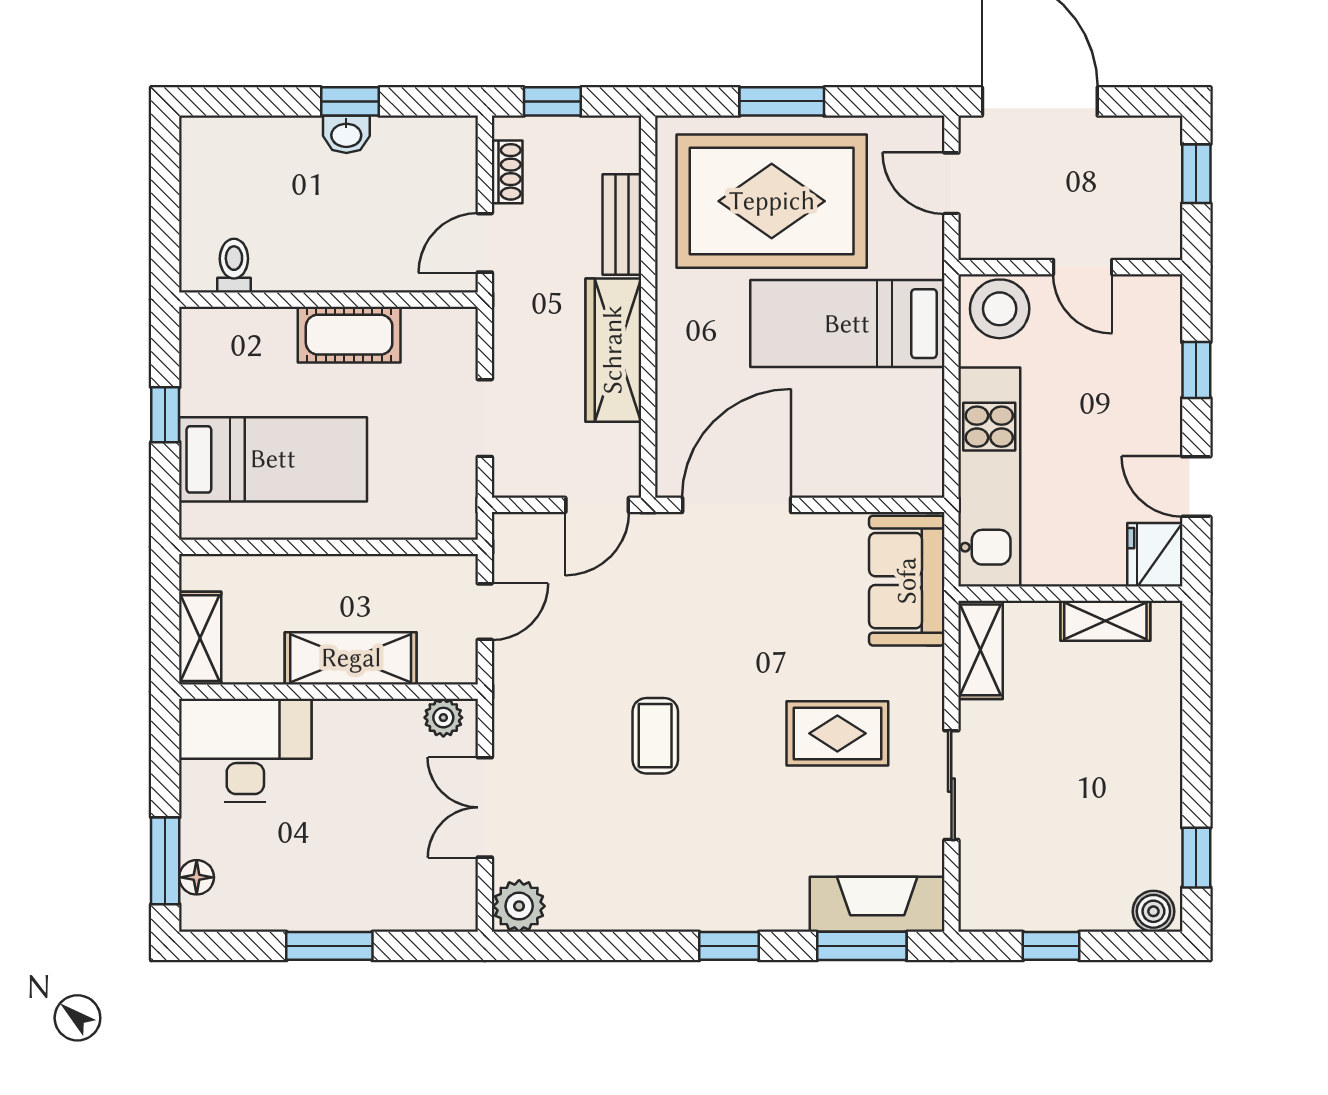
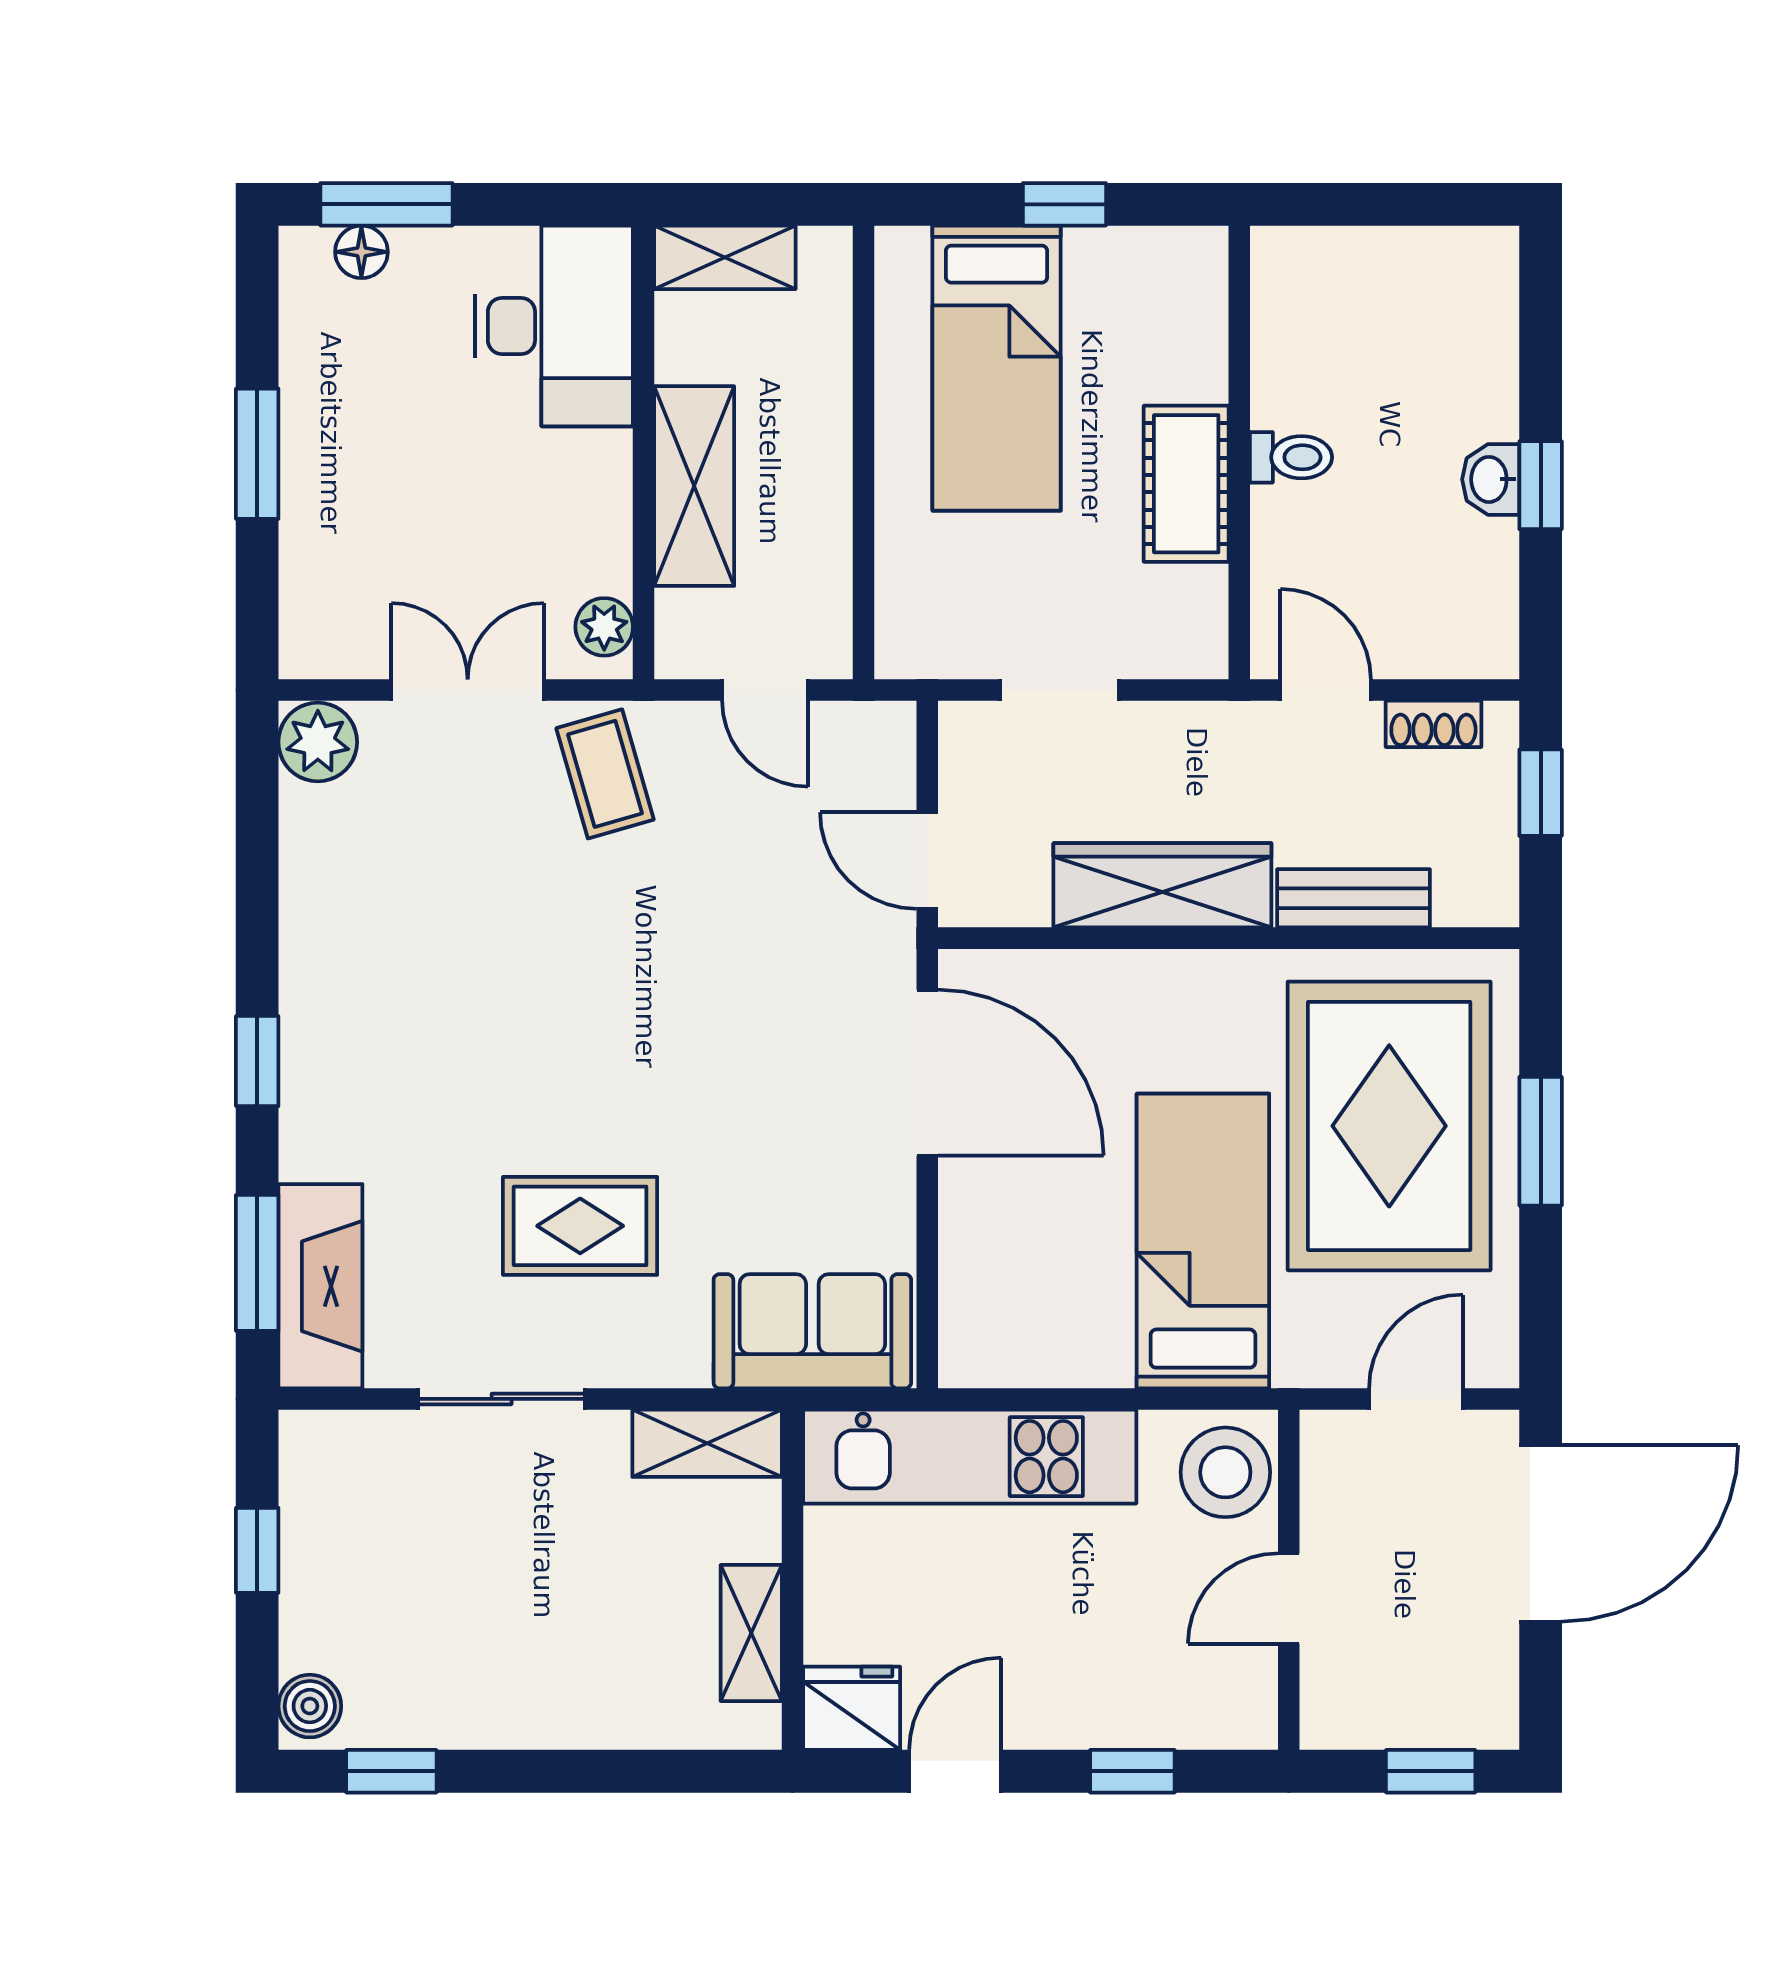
toilet: (234, 266) -> (1291, 457), moved
rug: (837, 733) -> (580, 1226), turned 90
coffee table: (655, 736) -> (605, 774), moved, turned 74

